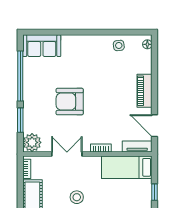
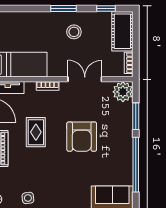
armchair: (70, 102) -> (82, 137), turned 90
rug: (112, 106) -> (36, 132), added
double door: (67, 154) -> (85, 79), swing flipped

